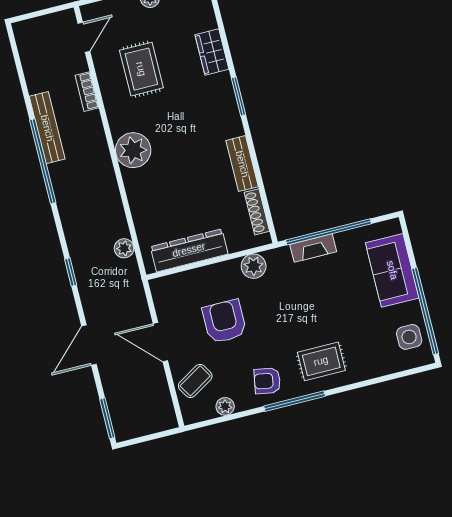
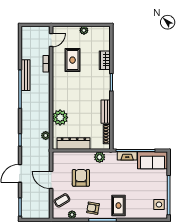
plant: (133, 150) -> (60, 117), moved
sofa: (392, 270) -> (153, 160), moved, turned -90
rug: (321, 361) -> (118, 206), turned 90

